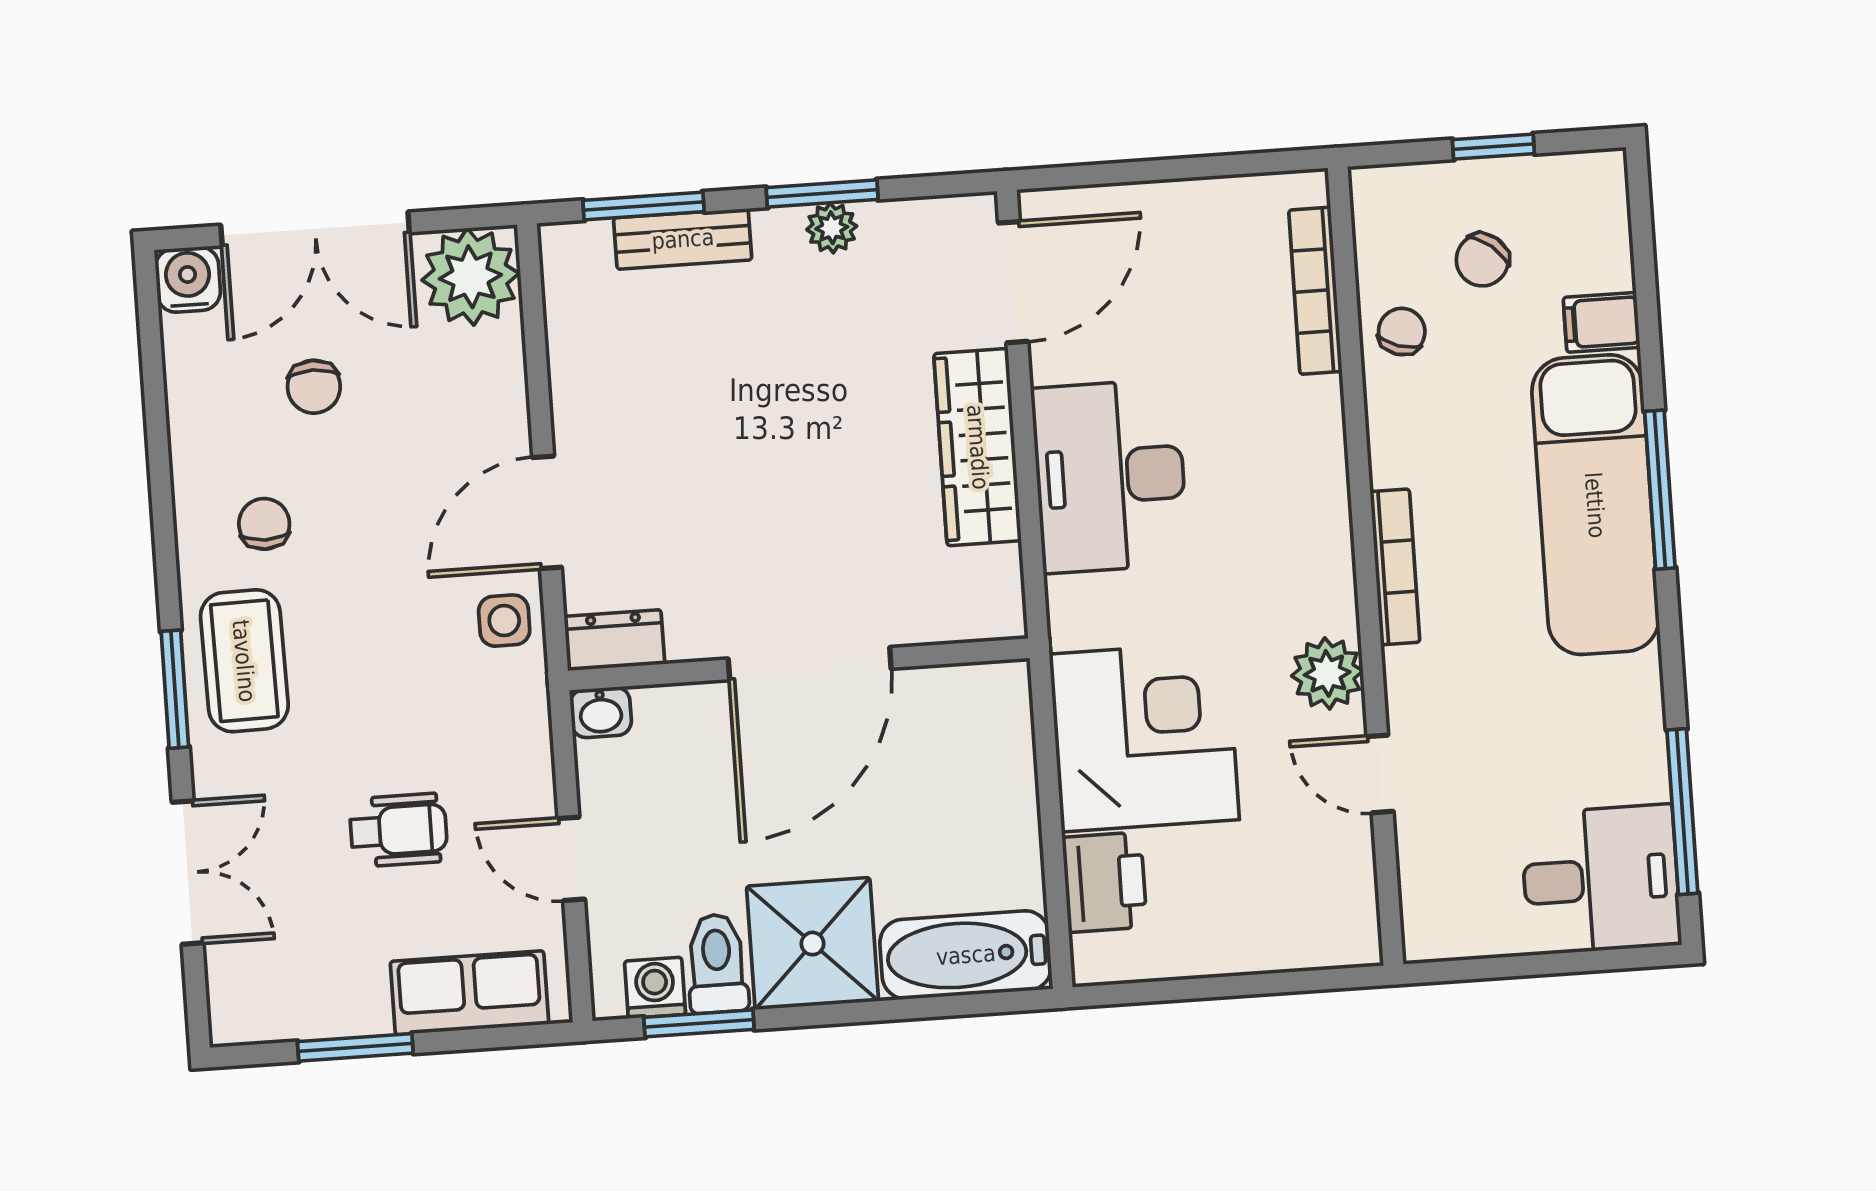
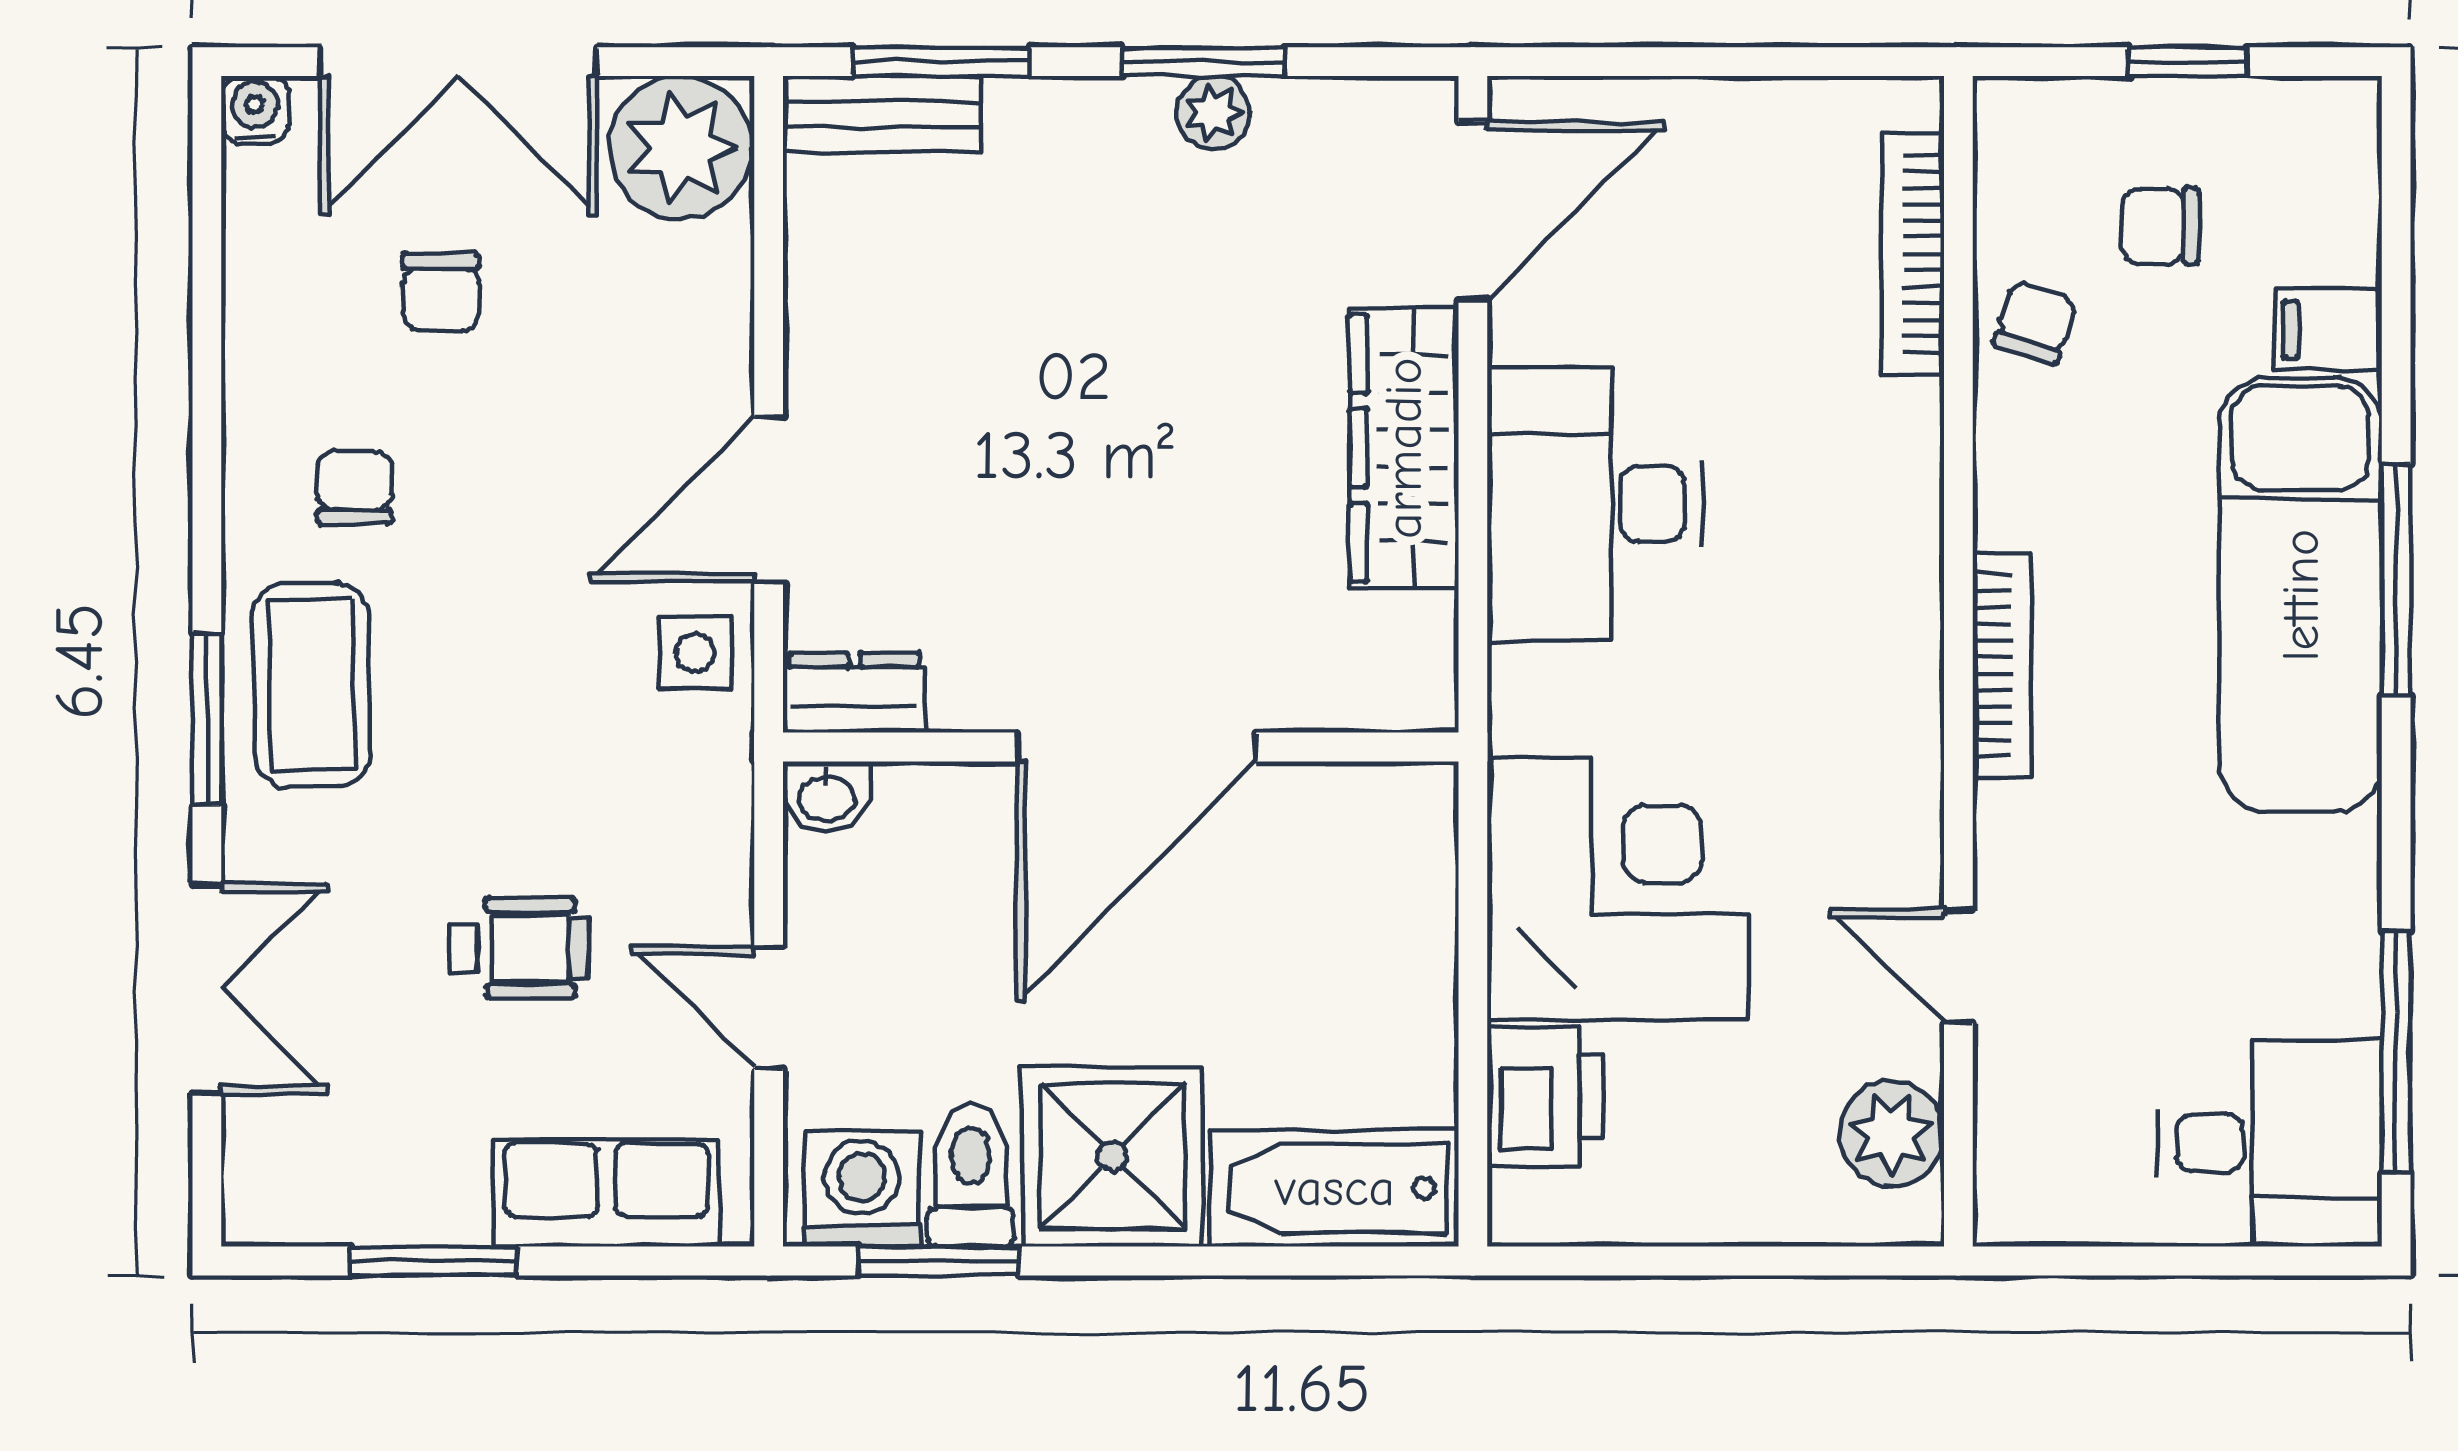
bench: (683, 239) -> (882, 114), moved
chair: (1482, 260) -> (2160, 226), turned 51
water cooler: (188, 280) -> (255, 110), width x0.72, depth x0.72
plant: (1327, 673) -> (1892, 1133), moved
washing machine: (655, 988) -> (862, 1189), width x1.38, depth x1.38

